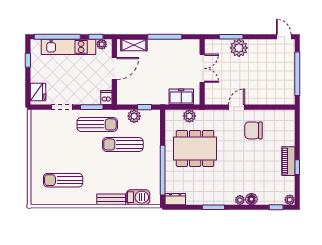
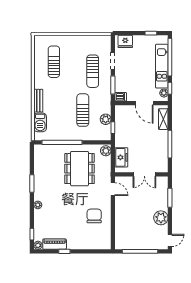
plant: (239, 48) -> (161, 218), moved
door: (237, 107) -> (113, 189), moved
plant: (189, 116) -> (106, 151), moved
sun lounger: (97, 124) -> (93, 71), moved
piano: (288, 161) -> (55, 244), moved
dresser: (175, 199) -> (39, 153), removed
floor lamp: (251, 199) -> (39, 214), removed

